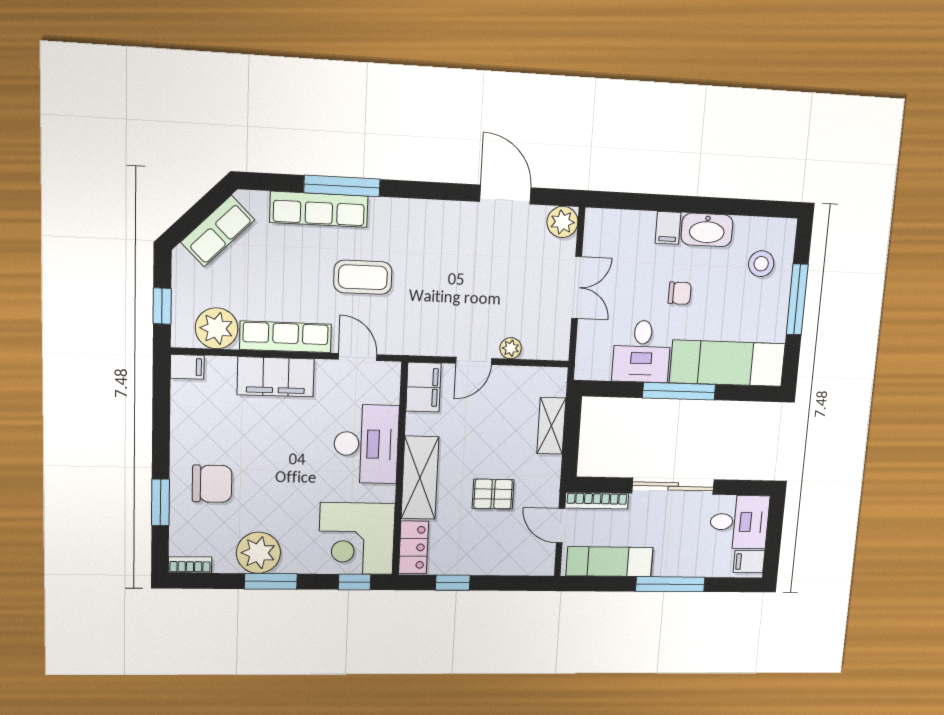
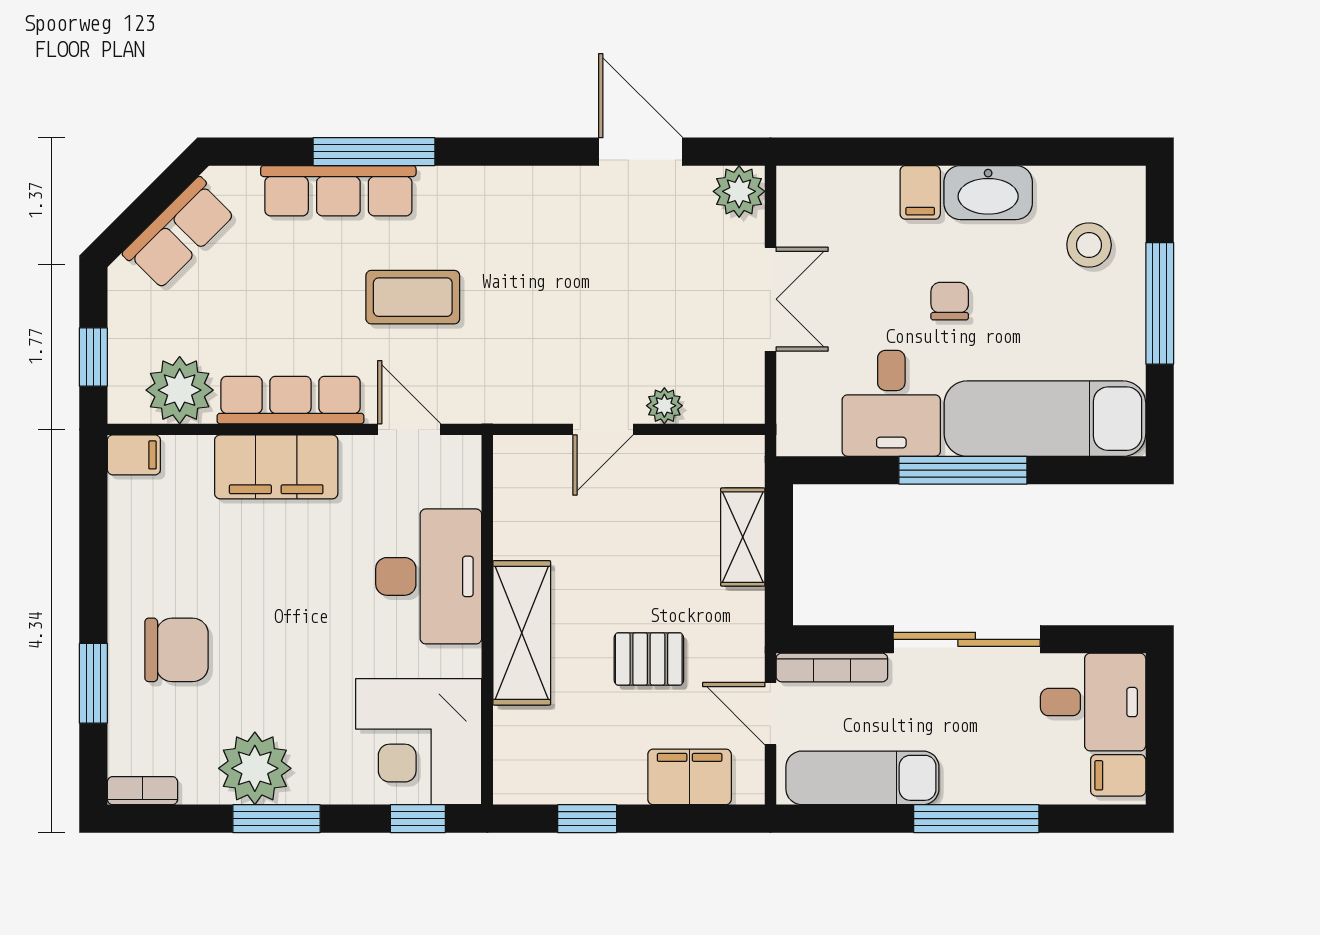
chair: (680, 293) -> (950, 301), turned -90
filing cabinet: (423, 387) -> (690, 777), moved, turned -90
locker: (414, 547) -> (516, 756), removed

